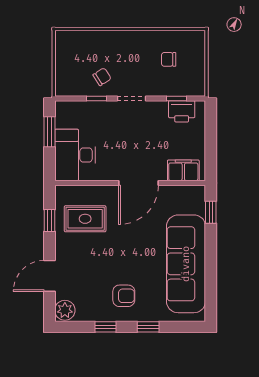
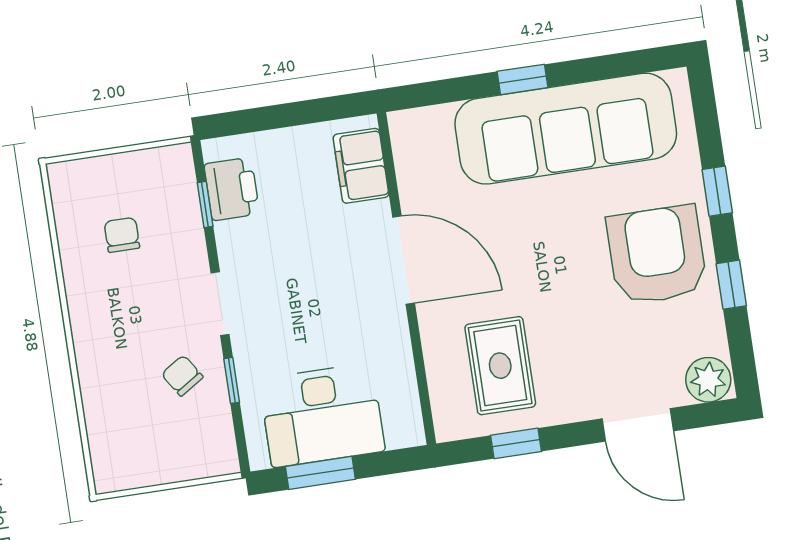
chair: (169, 59) -> (122, 235), turned 180
desk: (75, 155) -> (322, 415), moved
window: (211, 212) -> (523, 79), moved
armchair: (124, 296) -> (657, 255), width x1.88, depth x1.88

